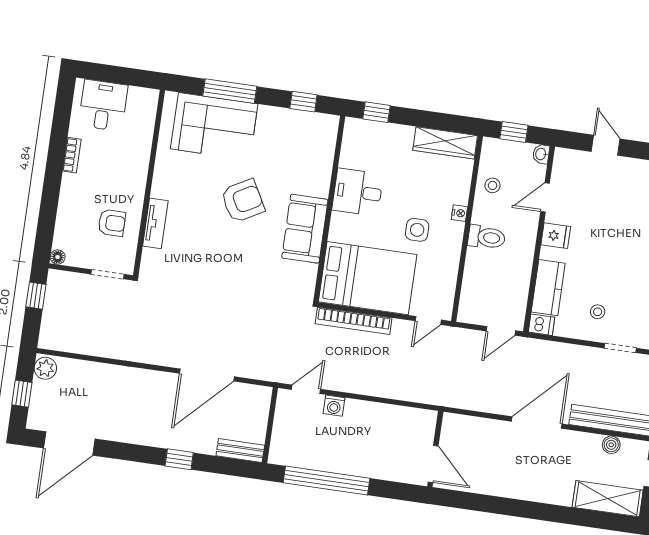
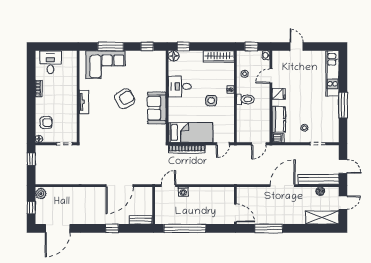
floor lamp: (354, 128) -> (174, 56), added
armchair: (112, 223) -> (46, 123), moved
tv unit: (155, 223) -> (84, 102), moved
bed: (368, 278) -> (191, 133), width x0.67
window: (496, 505) -> (269, 228), added

